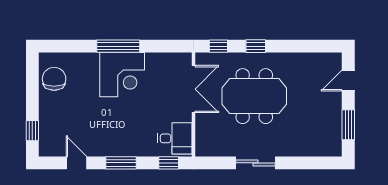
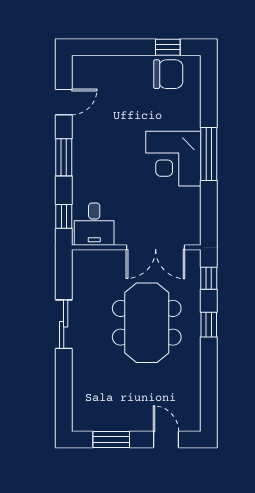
window: (32, 131) -> (168, 47), moved

